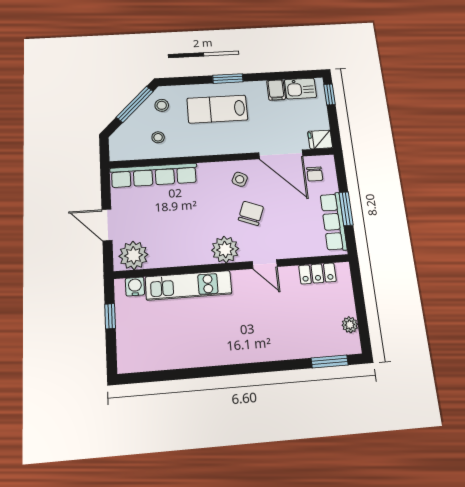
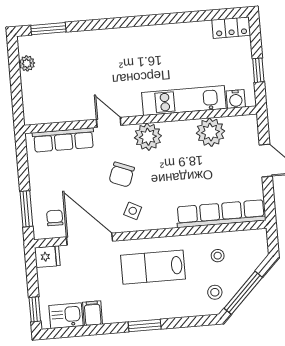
lab bench: (217, 109) -> (153, 267), moved, turned 180
window: (346, 209) -> (26, 209), moved
row of seats: (334, 222) -> (63, 140), moved, turned 90
plant: (133, 255) -> (210, 132), moved
locker: (317, 273) -> (231, 28), moved, turned 180

